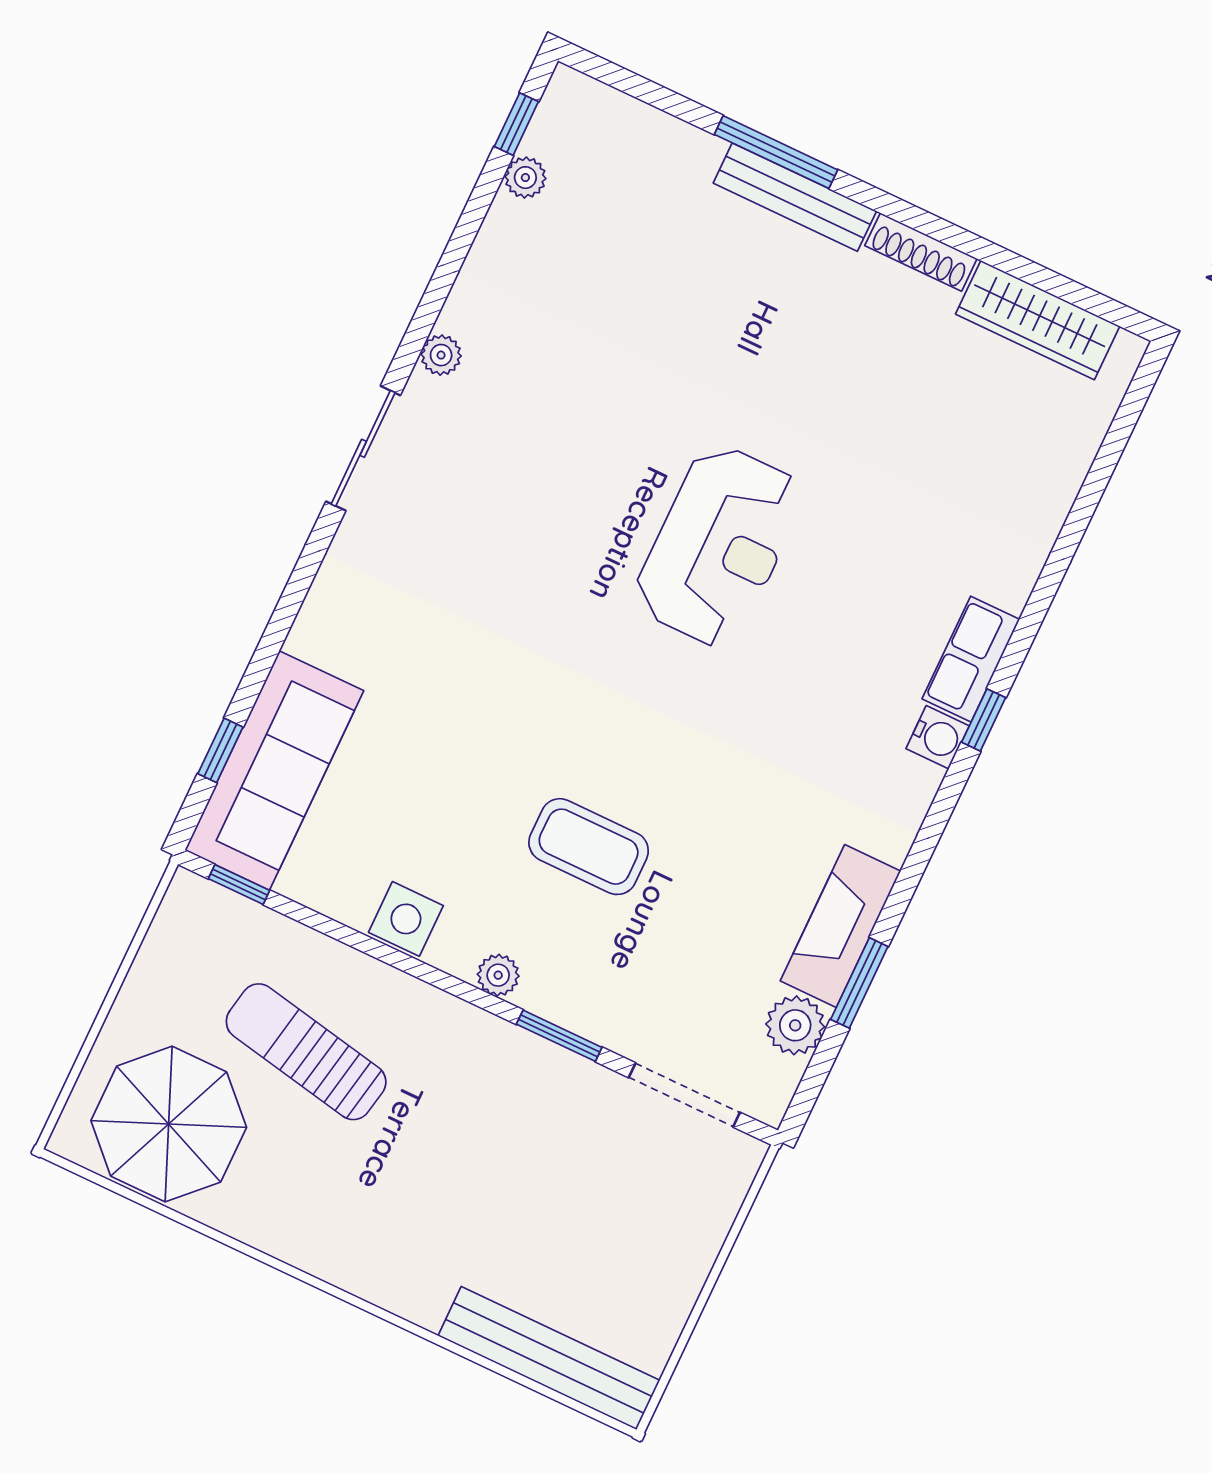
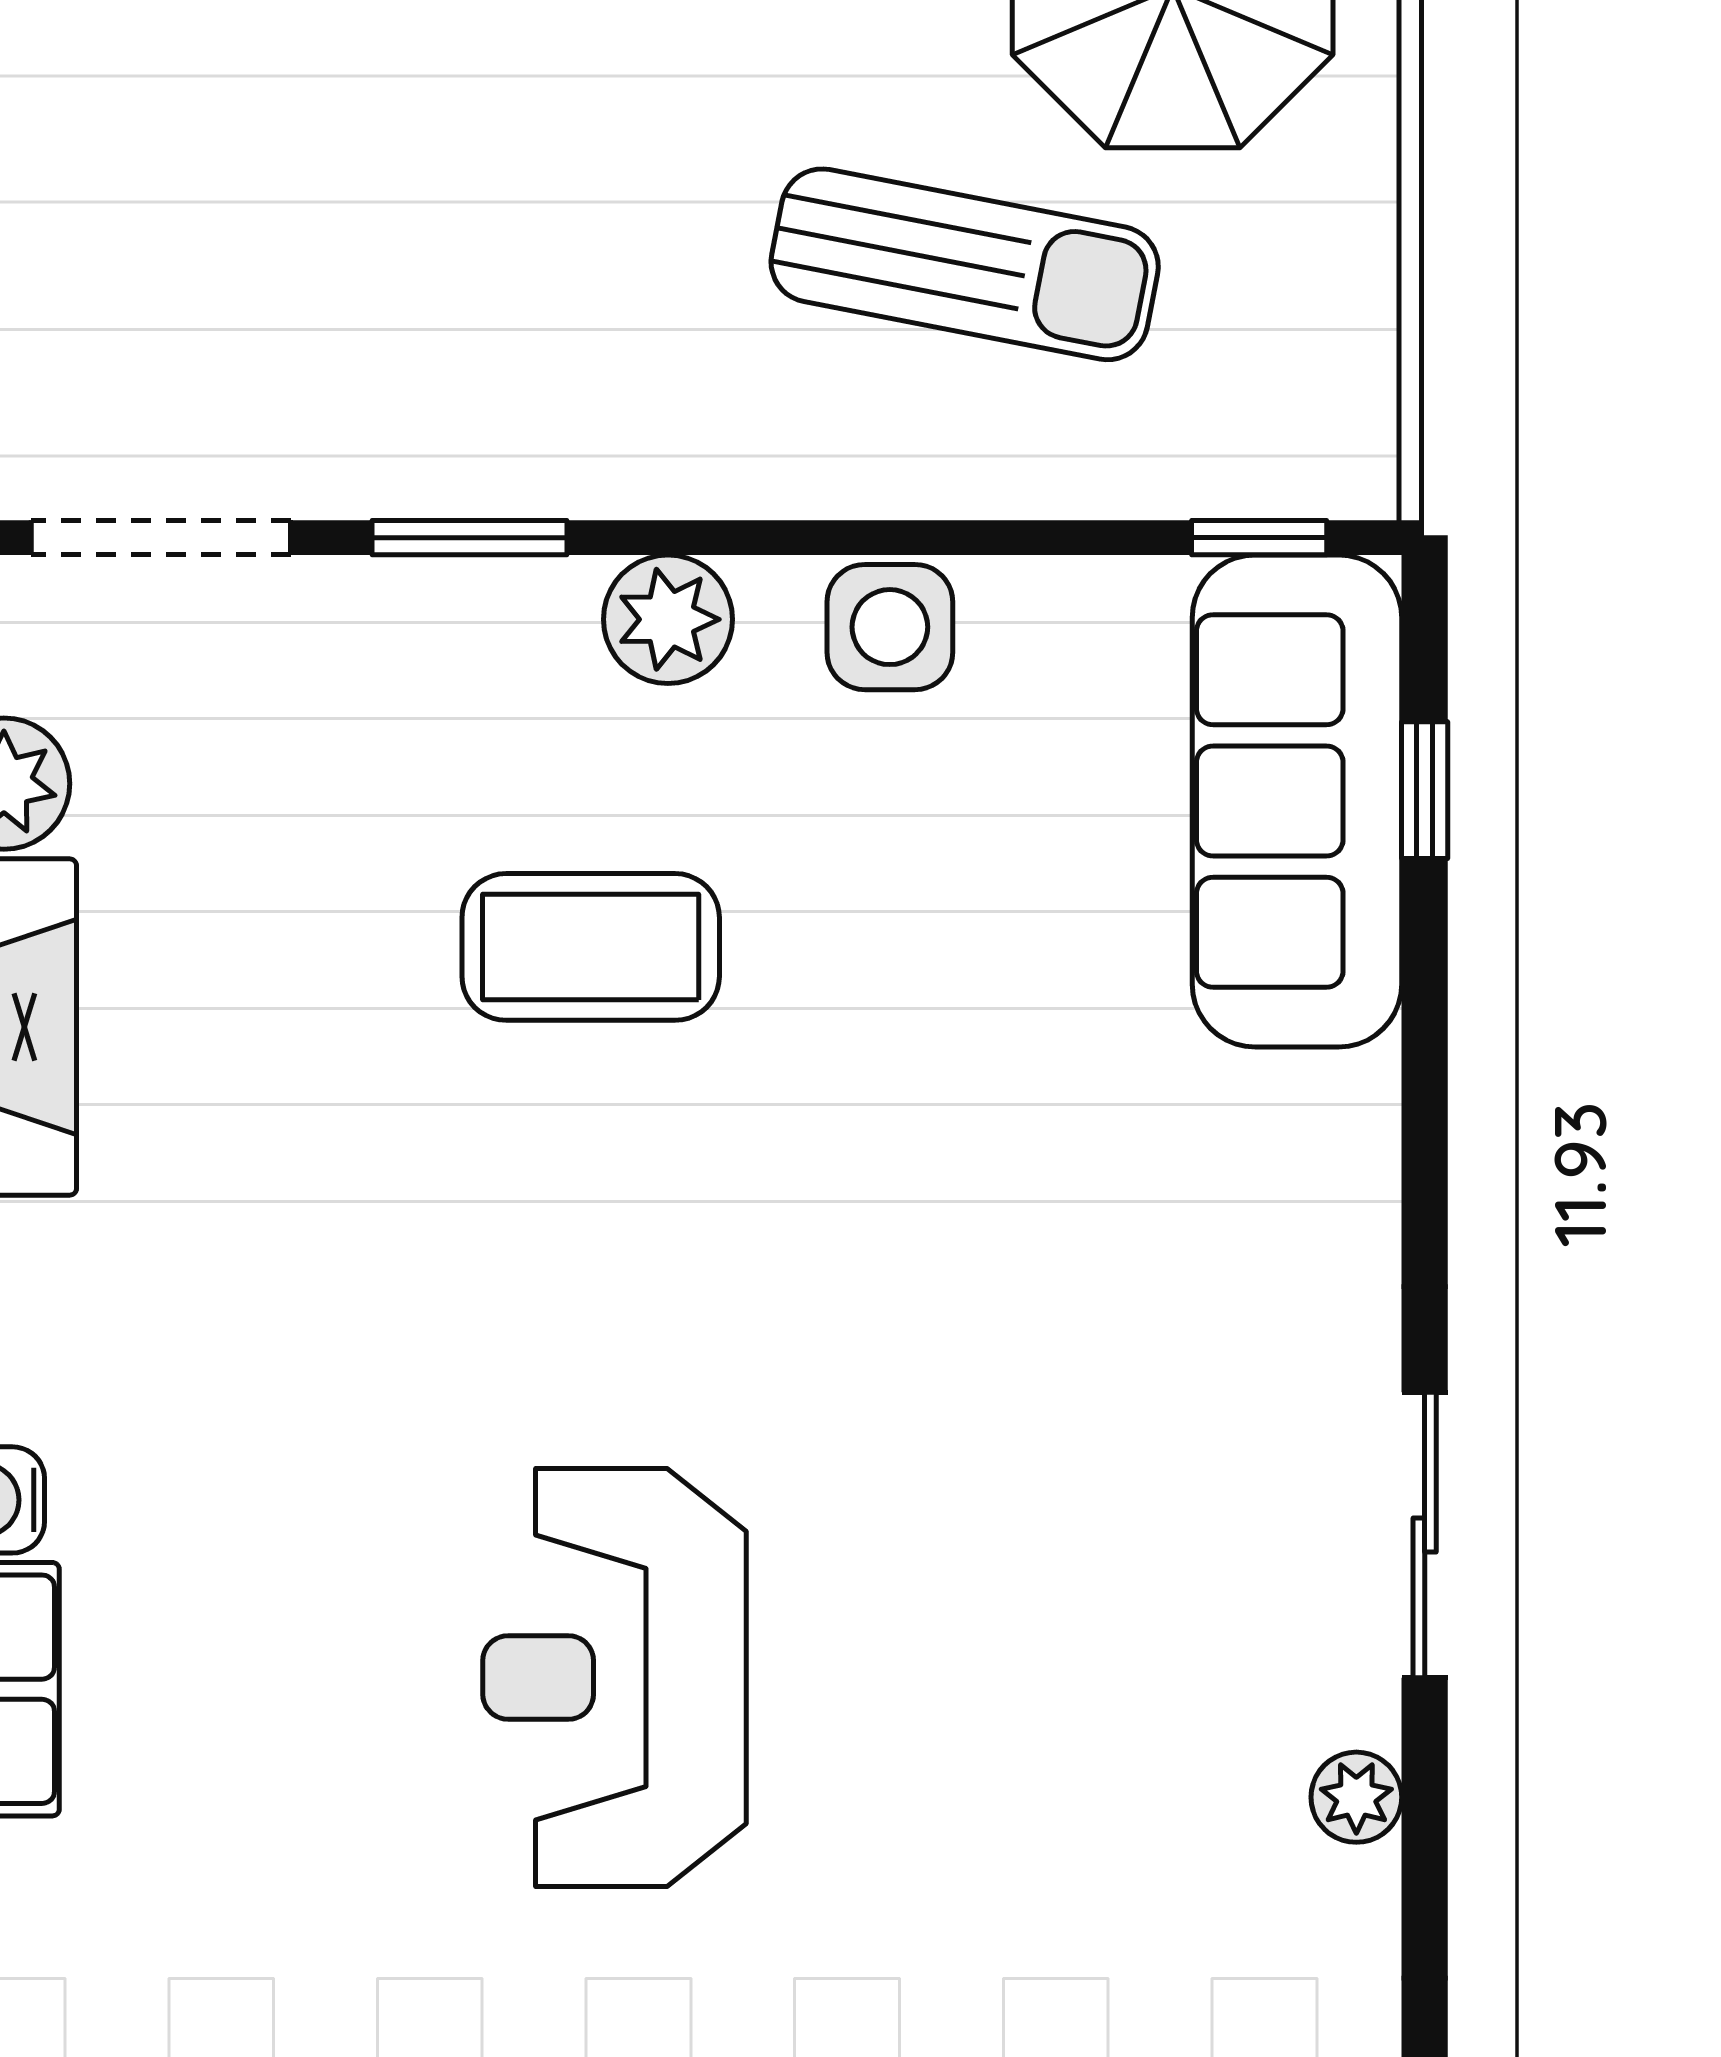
plant: (498, 975) -> (668, 619), width x1.38, depth x1.38

